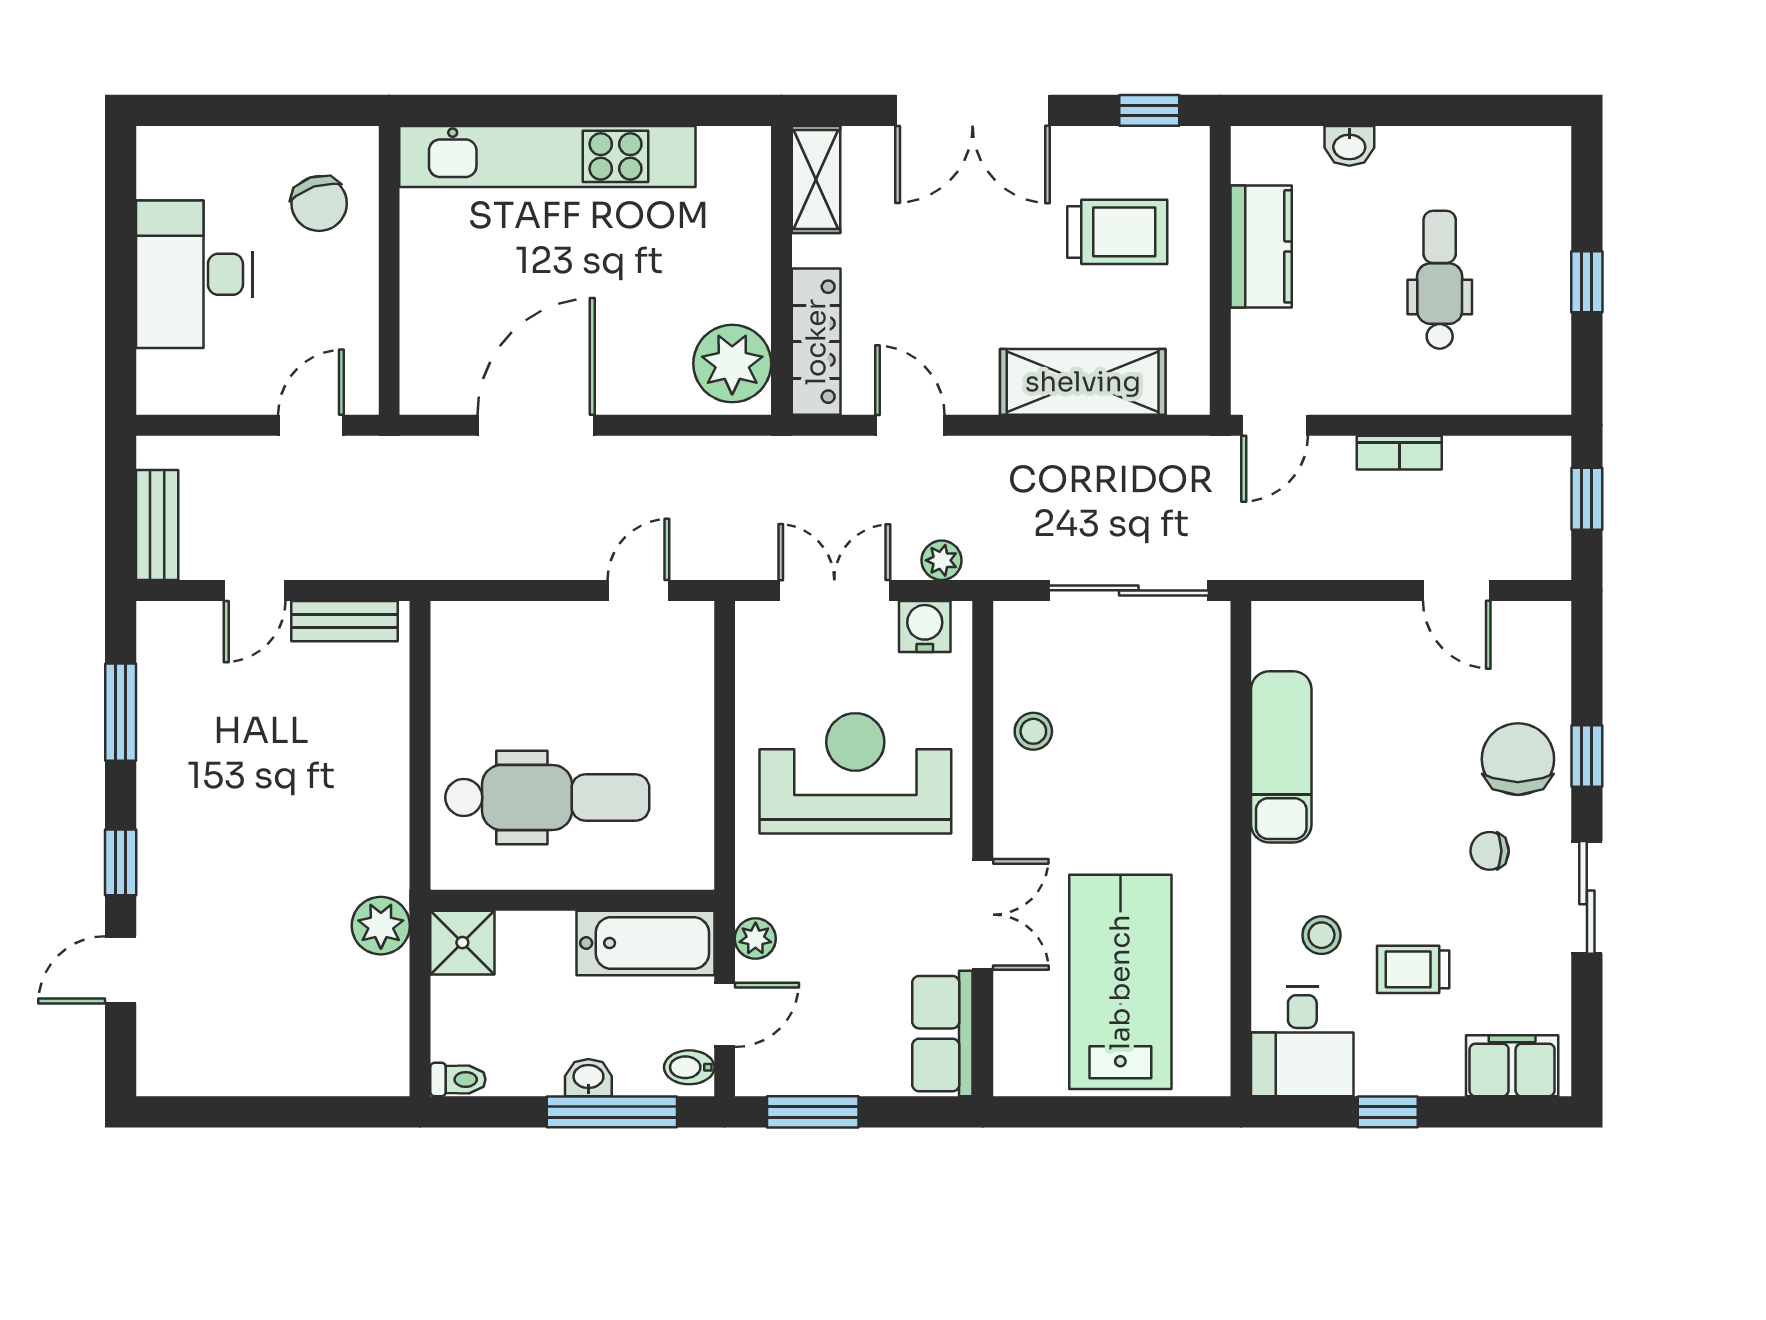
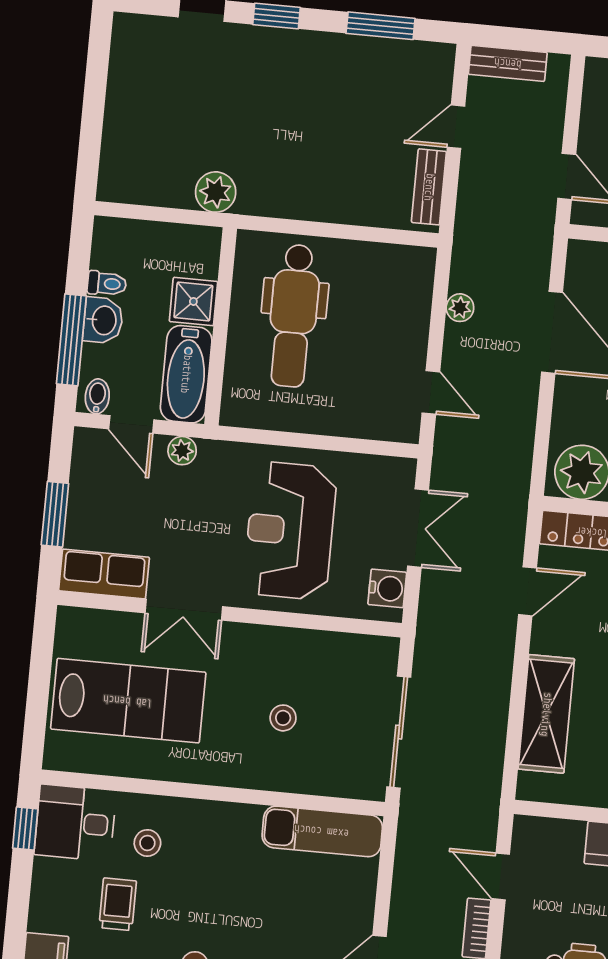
door: (1275, 425) -> (501, 876), moved
plant: (942, 560) -> (460, 308), moved
door: (255, 590) -> (456, 127), hinge flipped
stool: (1033, 731) -> (283, 718), moved
exam couch: (1281, 757) -> (322, 831), moved
reception desk: (855, 773) -> (290, 531), turned 180
shower: (462, 943) -> (193, 301), moved
washbasin: (588, 1078) -> (103, 320), width x1.38, depth x1.45
toilet: (458, 1079) -> (107, 284), moved, turned -90
window: (813, 1112) -> (55, 514), moved
window: (1388, 1112) -> (25, 829), moved

